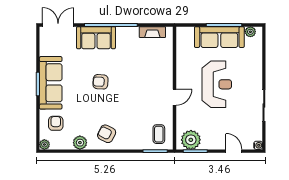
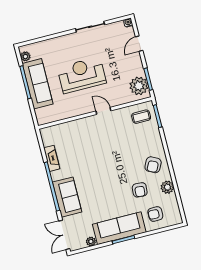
fireplace: (152, 32) -> (52, 158), moved
armchair: (101, 82) -> (140, 190), moved
plant: (44, 145) -> (91, 242), moved

